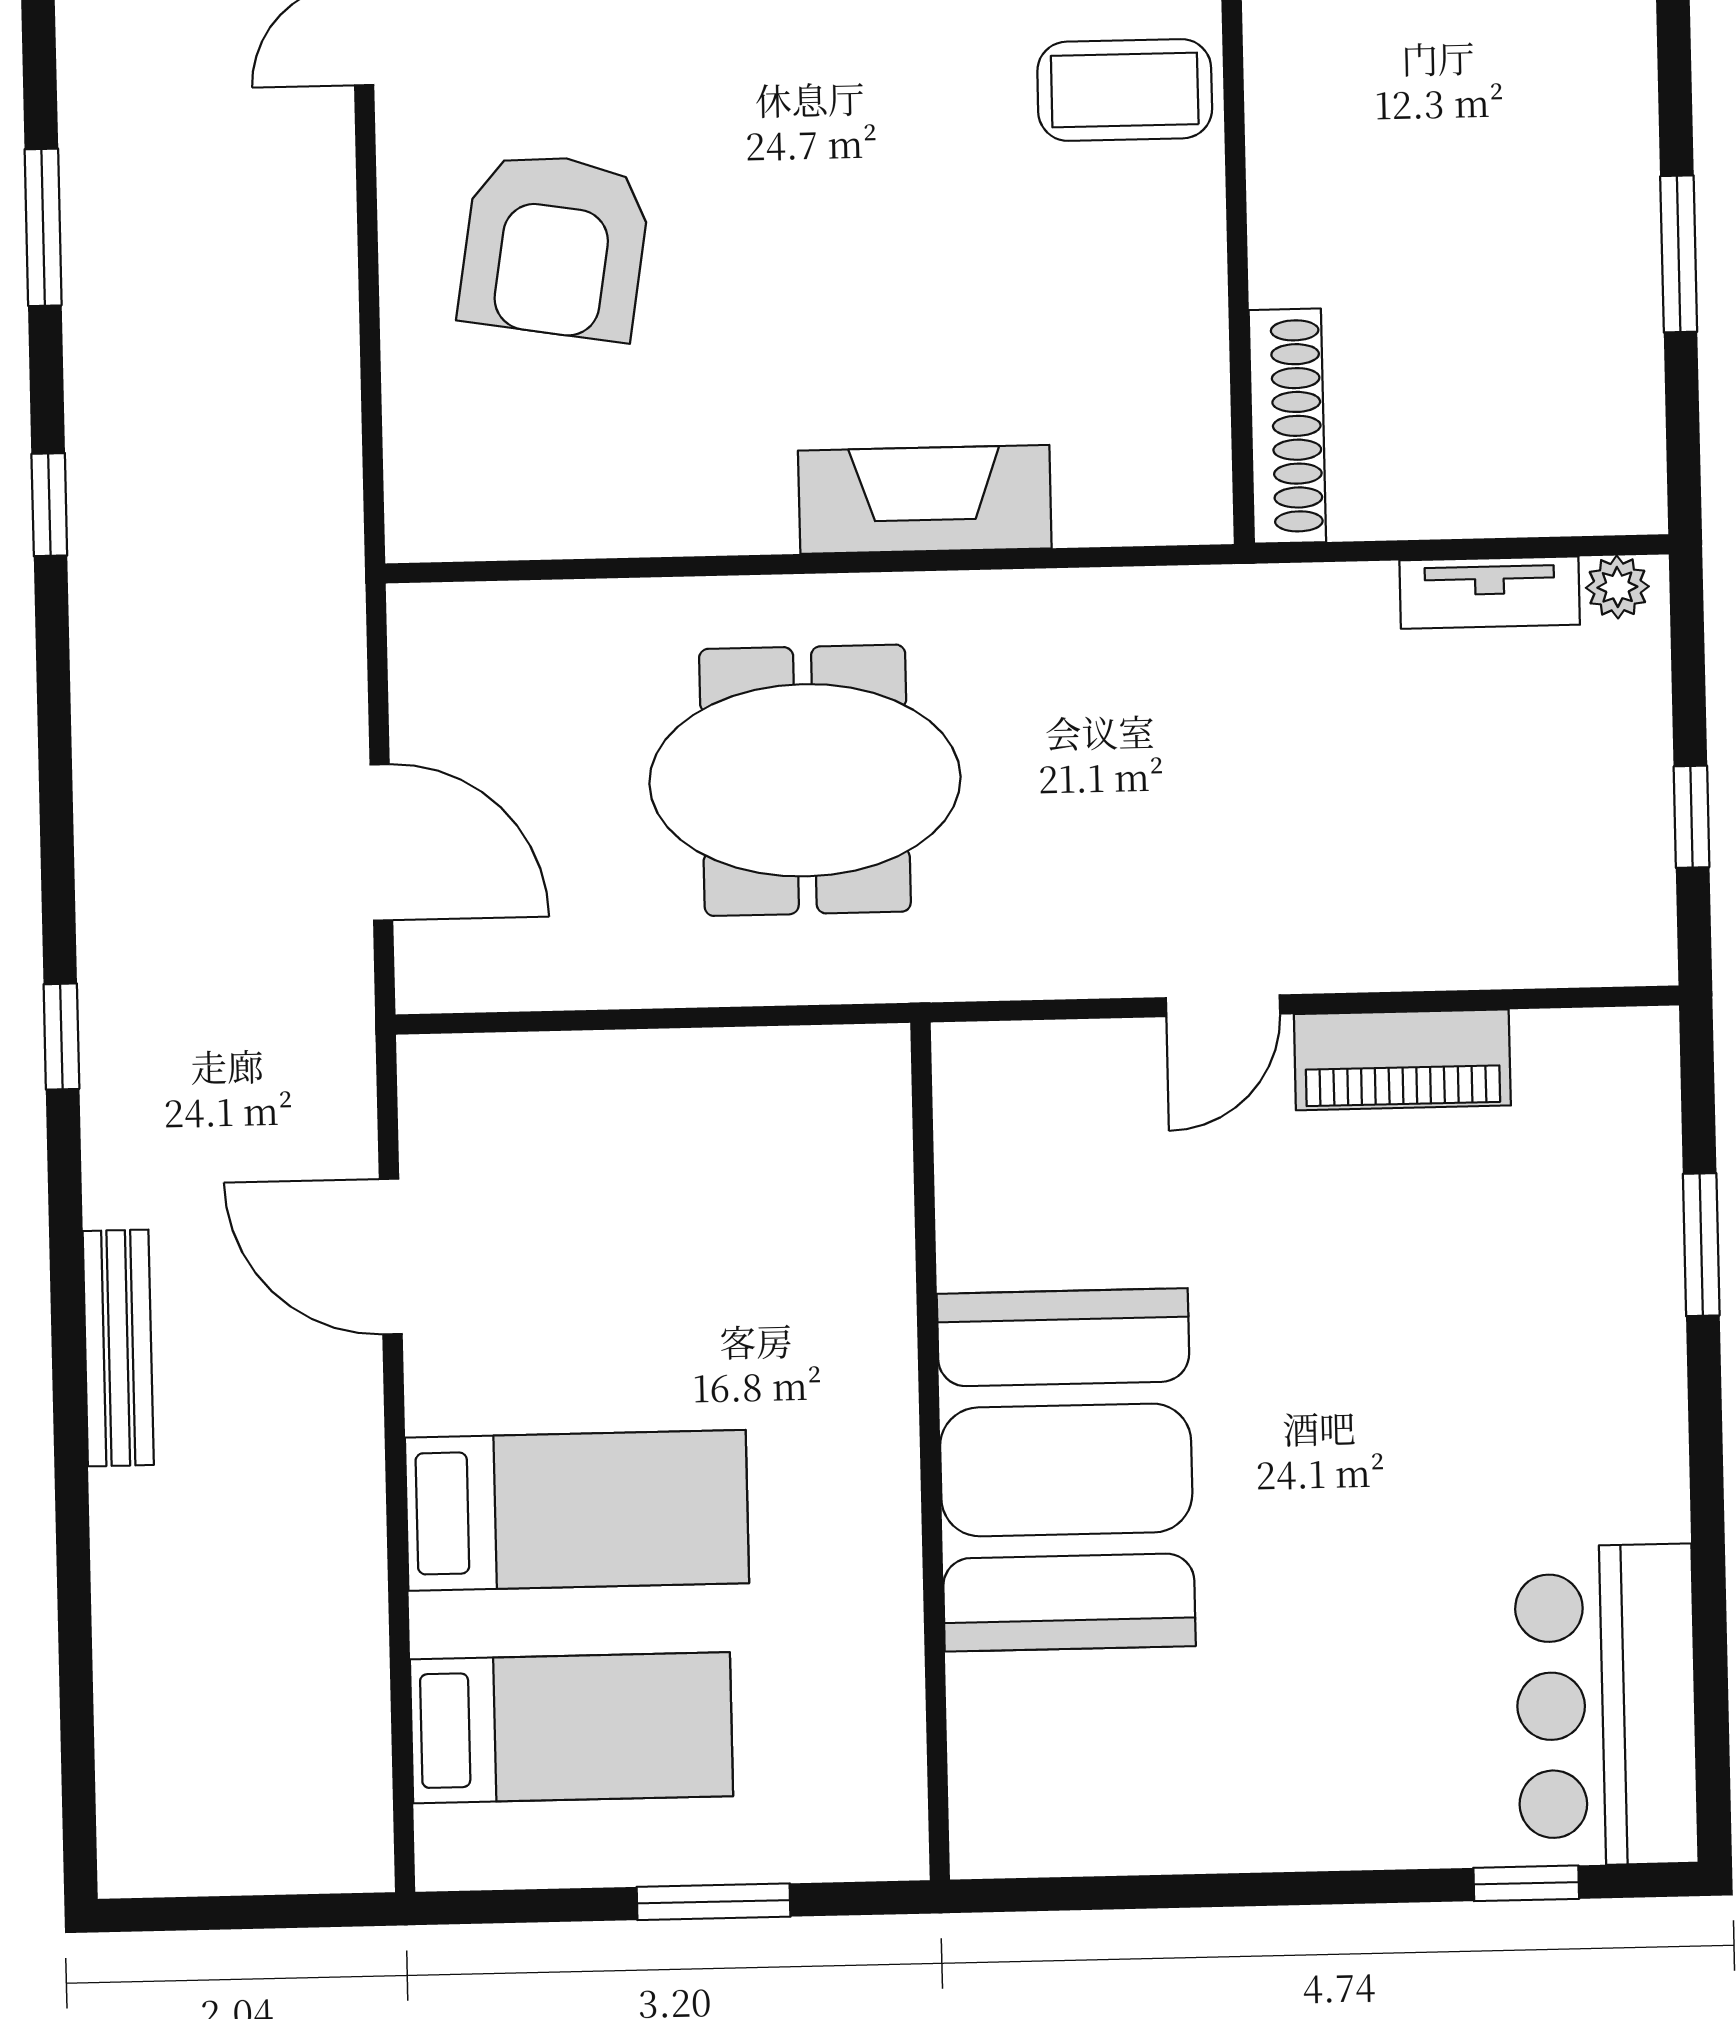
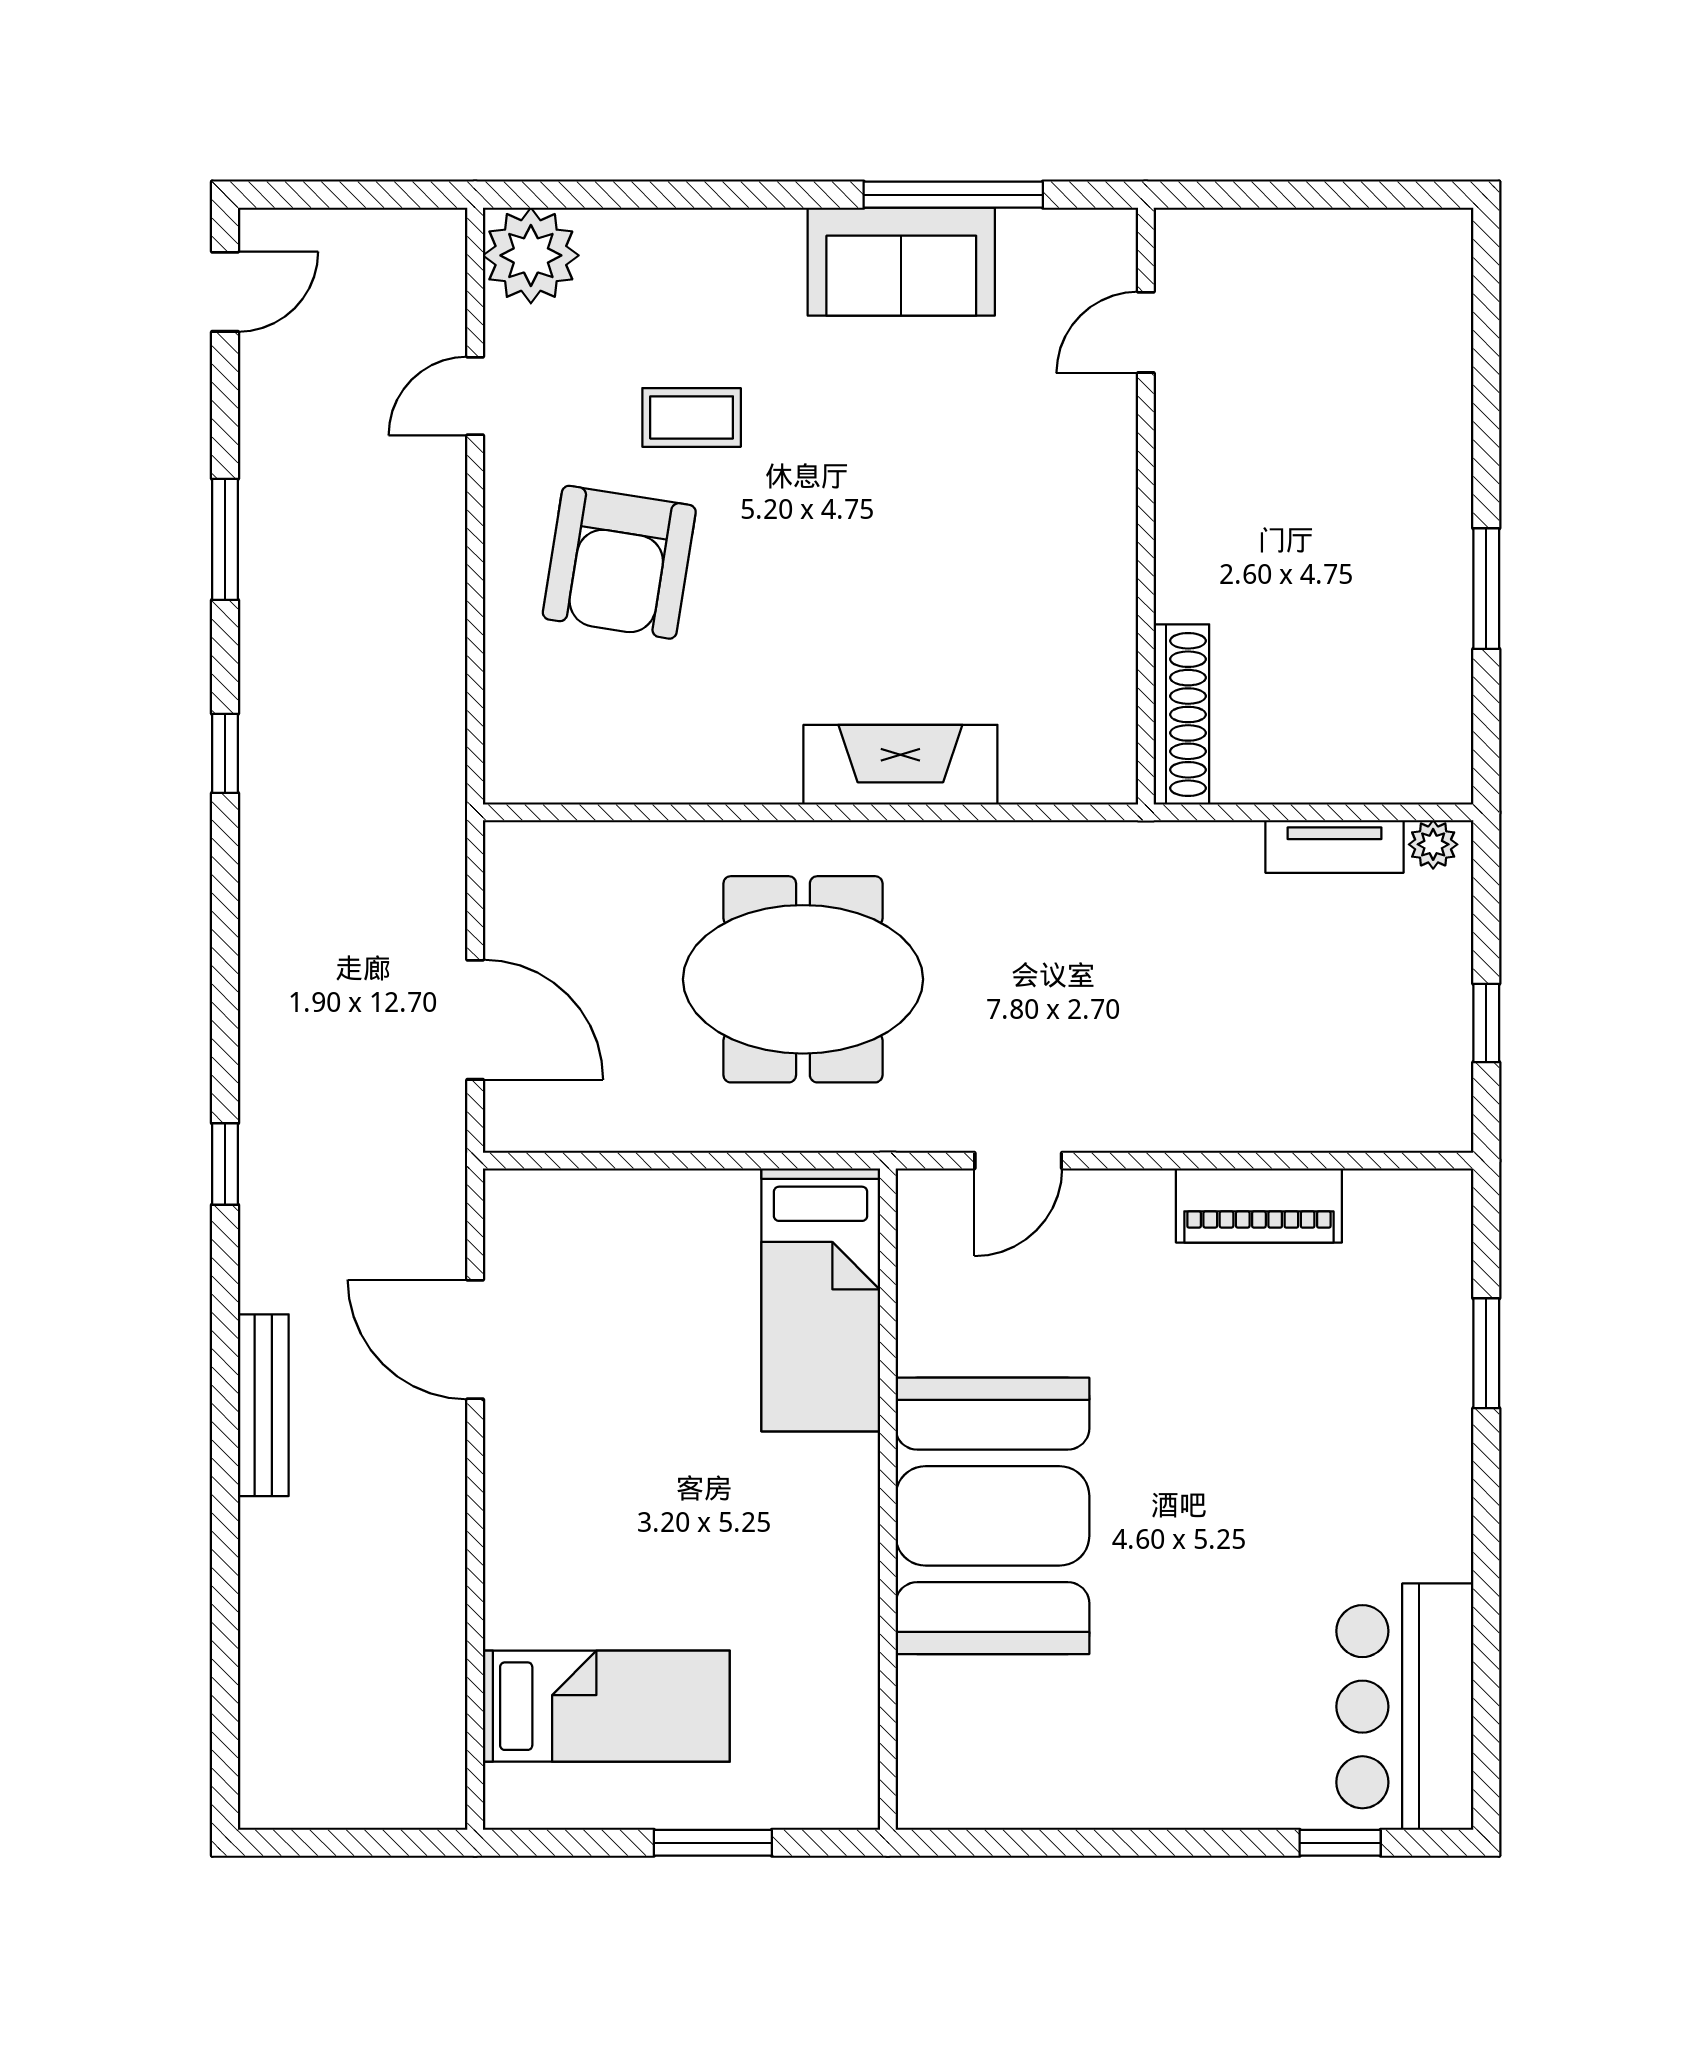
coffee table: (1125, 90) -> (692, 417), moved, width x0.73, depth x0.77
door: (1223, 1006) -> (1018, 1161), moved
bed: (577, 1510) -> (821, 1300), moved, turned 90

